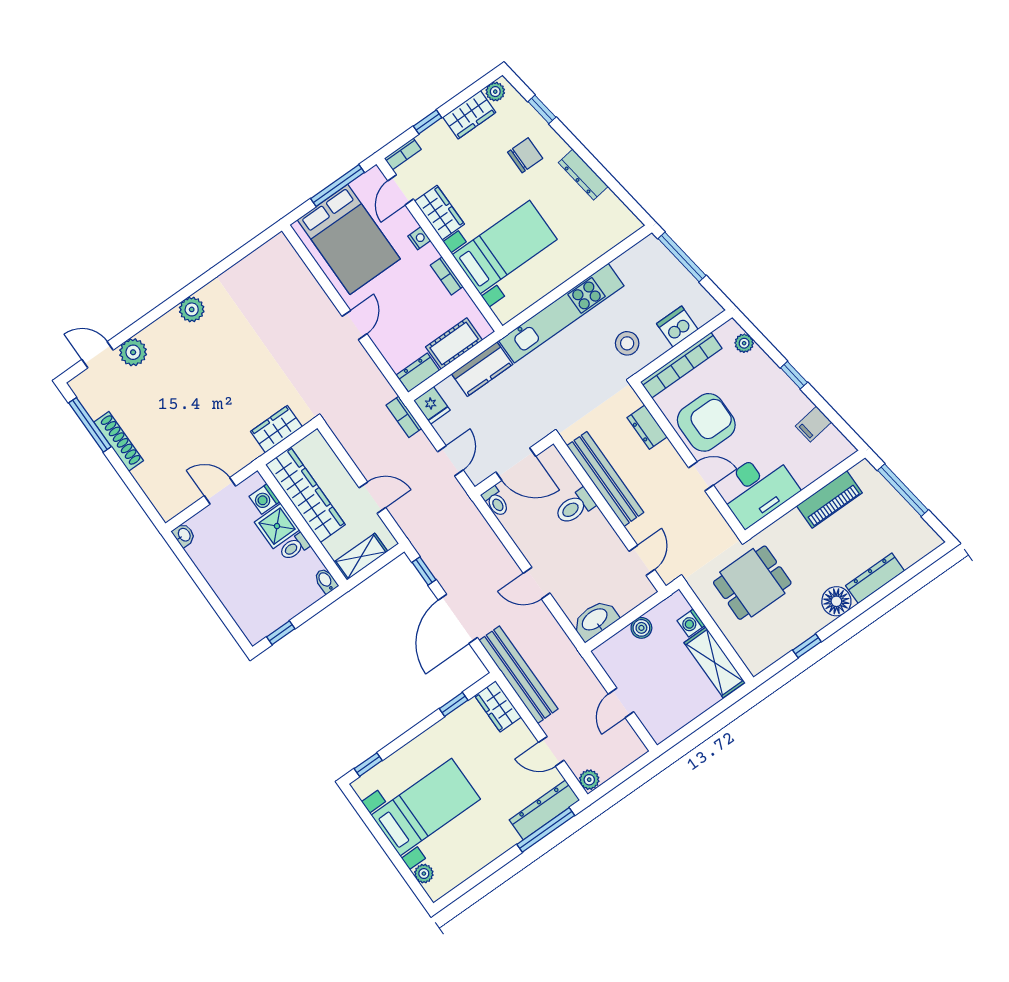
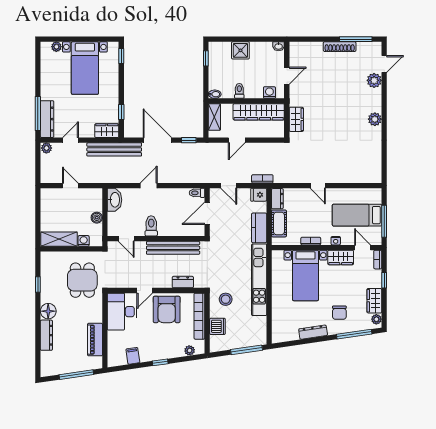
window: (542, 109) -> (354, 334), width x2.17
bed: (349, 239) -> (357, 215), width x0.67
toilet: (575, 507) -> (151, 226), moved
shower: (277, 526) -> (240, 50), moved

